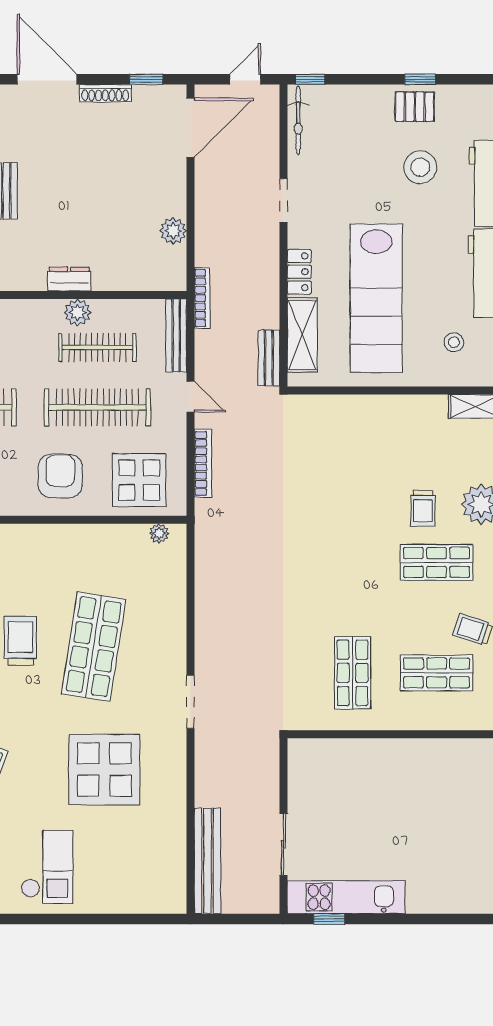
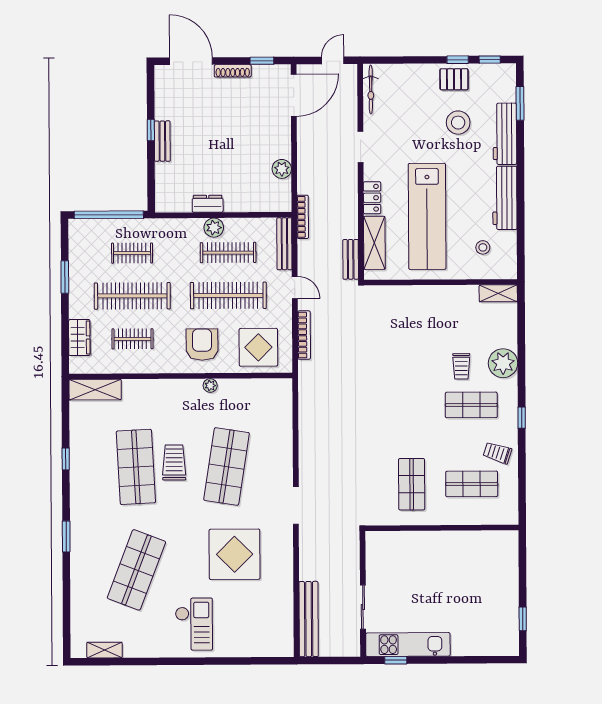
window: (310, 79) -> (490, 60), moved
plant: (159, 533) -> (210, 386), moved

